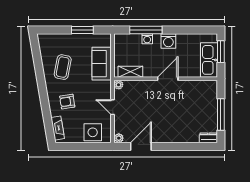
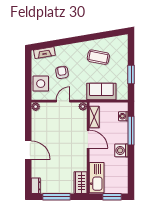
washing machine: (147, 39) -> (123, 116), moved
kitchen sink: (209, 60) -> (97, 178), moved, turned 90
door: (168, 79) -> (88, 139), moved
wardrobe: (205, 87) -> (80, 183), added
armchair: (67, 102) -> (62, 72), moved
door: (141, 146) -> (28, 150), moved

